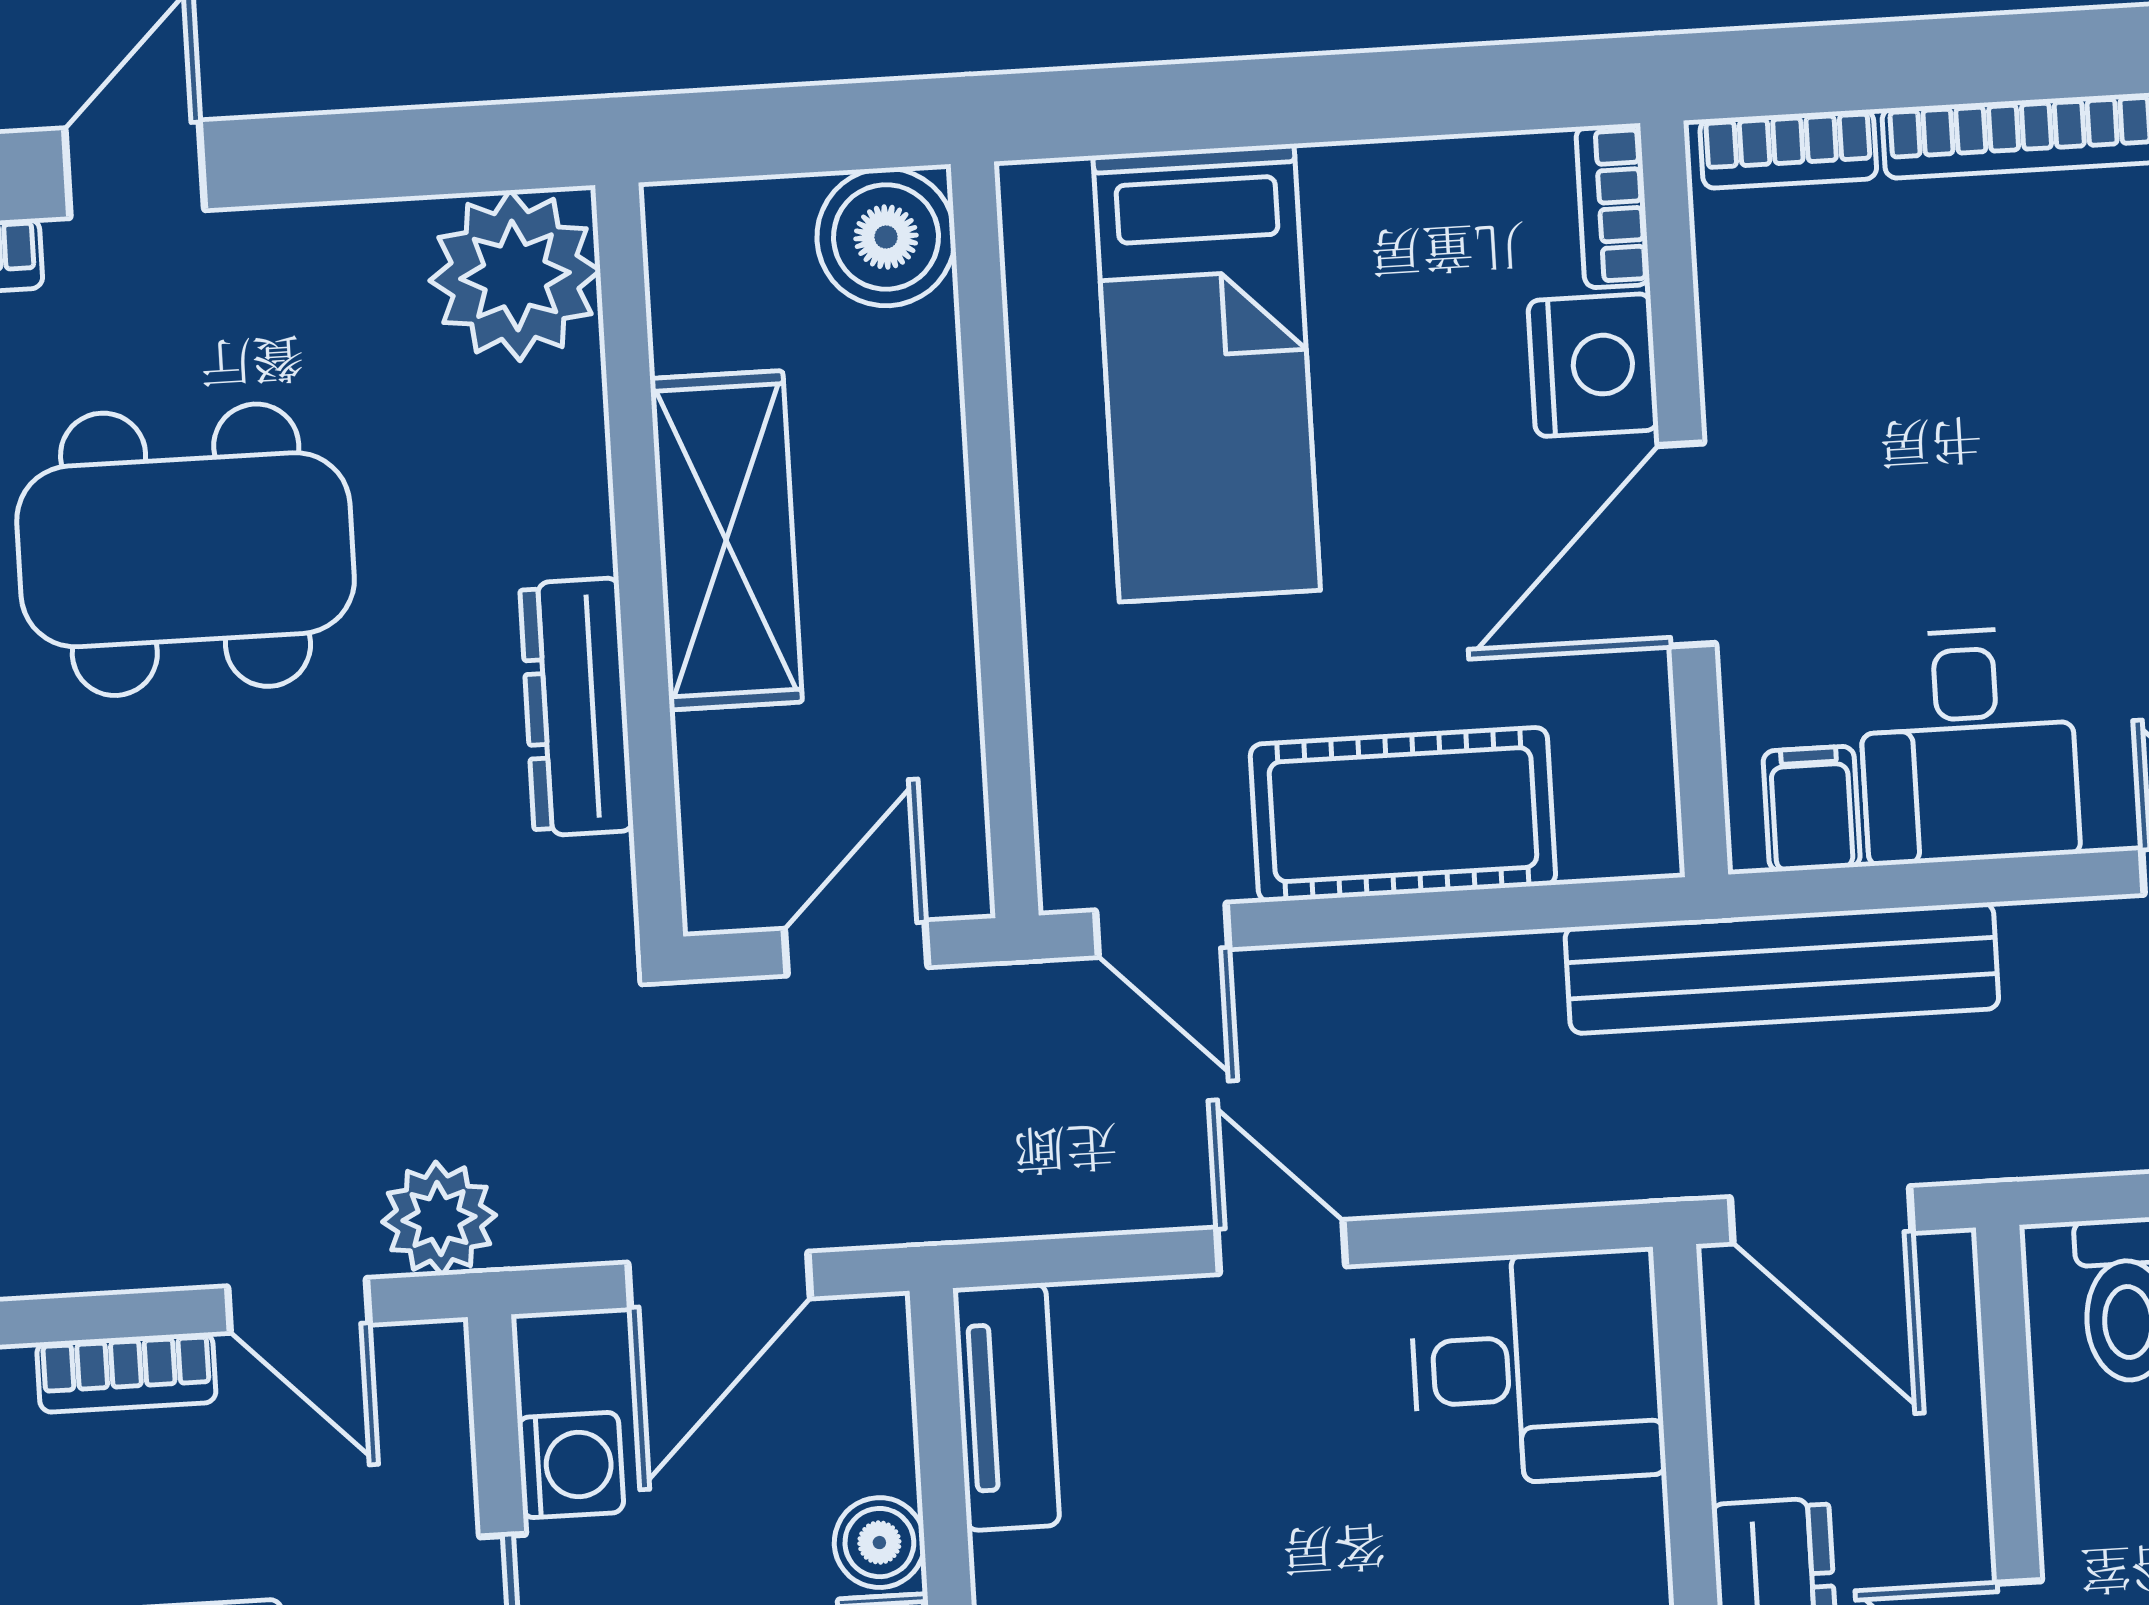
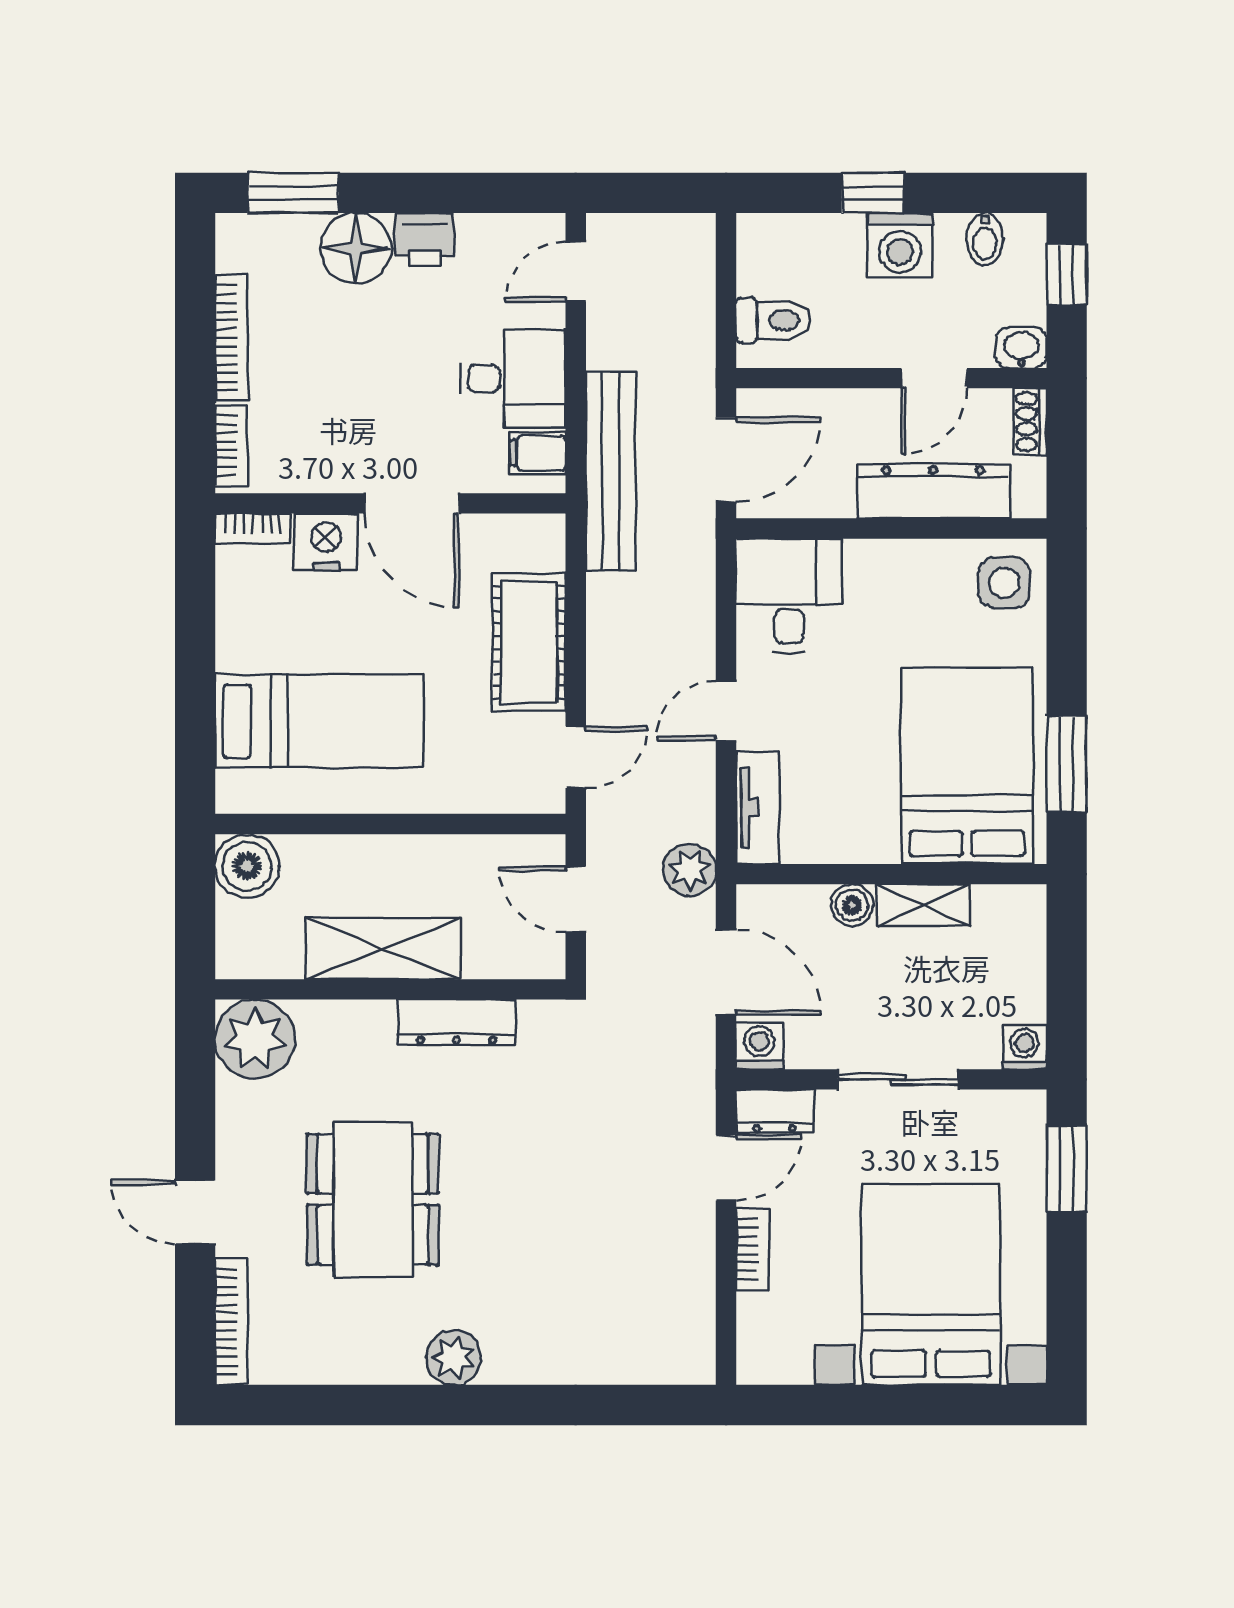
plant: (439, 1218) -> (690, 870), moved
dresser: (426, 1403) -> (775, 1111), added
tv unit: (1006, 1407) -> (758, 808), moved, turned 90
washing machine: (571, 1465) -> (759, 1046), moved

